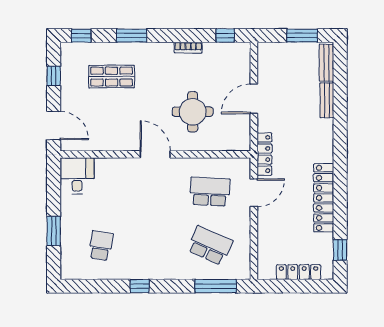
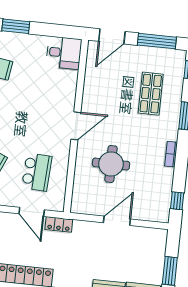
bookcase: (188, 48) -> (171, 154), moved
window: (54, 76) -> (157, 41), width x2.17
door: (254, 99) -> (117, 221), hinge flipped
locker: (264, 154) -> (59, 224), width x0.66

